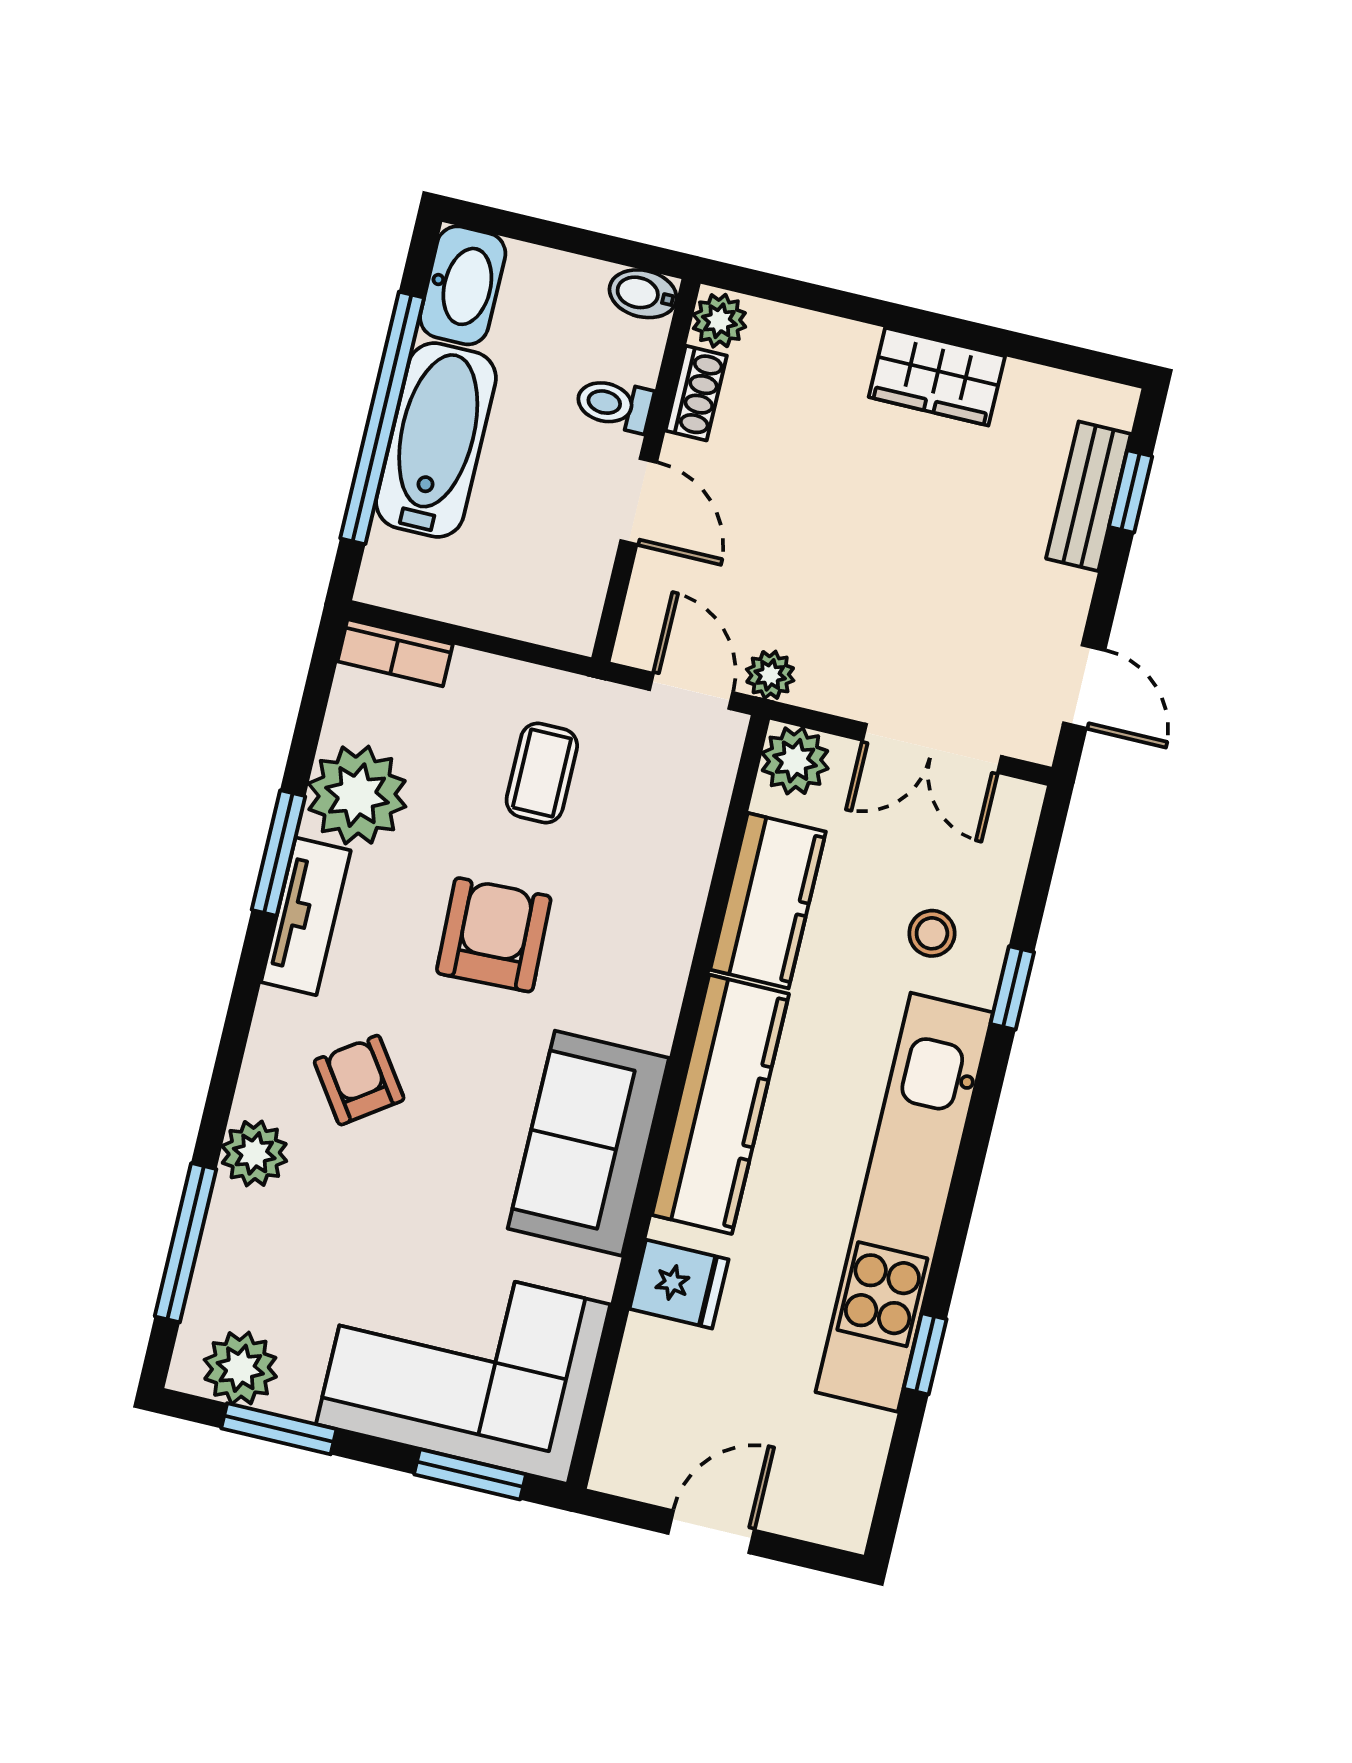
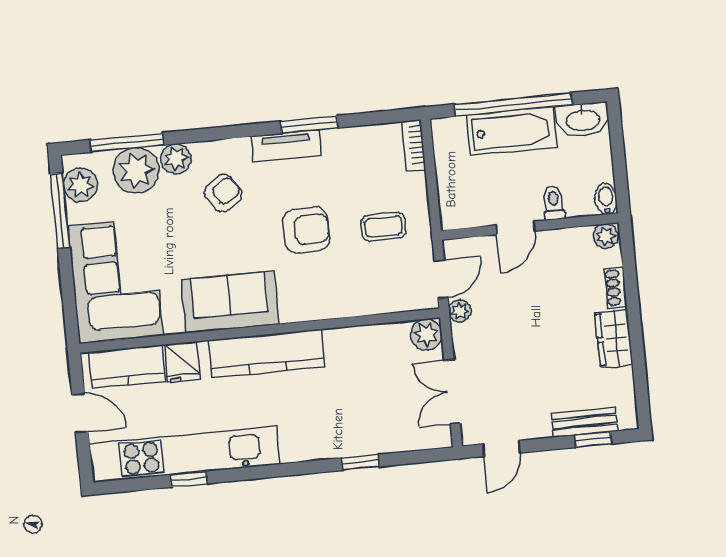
shoe rack: (696, 393) -> (616, 288), moved, turned 90
plant: (357, 795) -> (136, 170), moved
kitchen counter: (768, 901) -> (127, 367), moved
stool: (932, 933) -> (372, 419), removed
kitchen unit: (904, 1202) -> (185, 454), moved
window: (279, 1429) -> (60, 211), width x1.44
window: (470, 1474) -> (69, 300), removed

